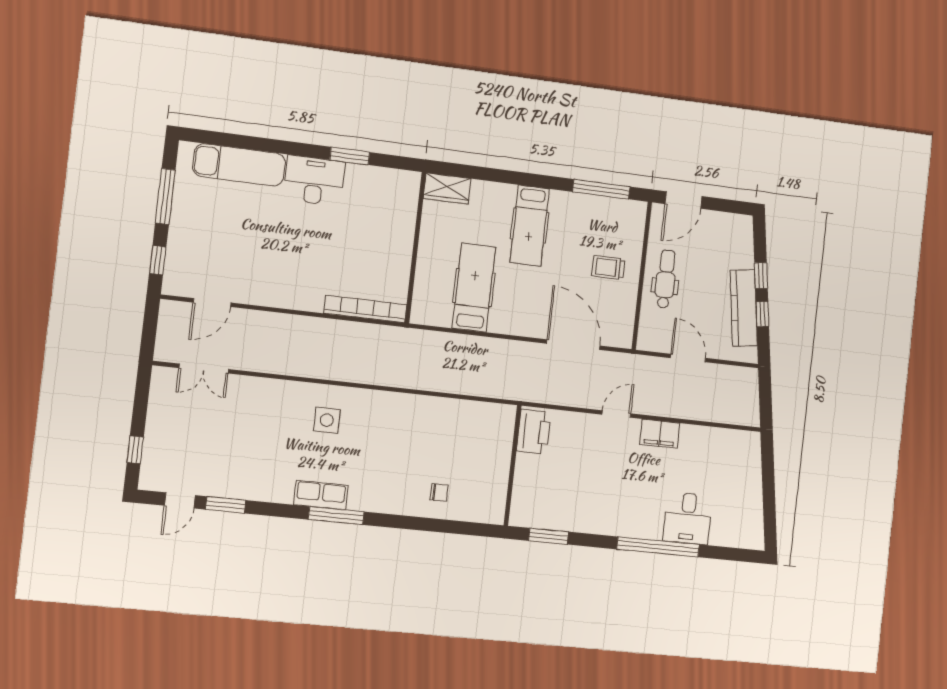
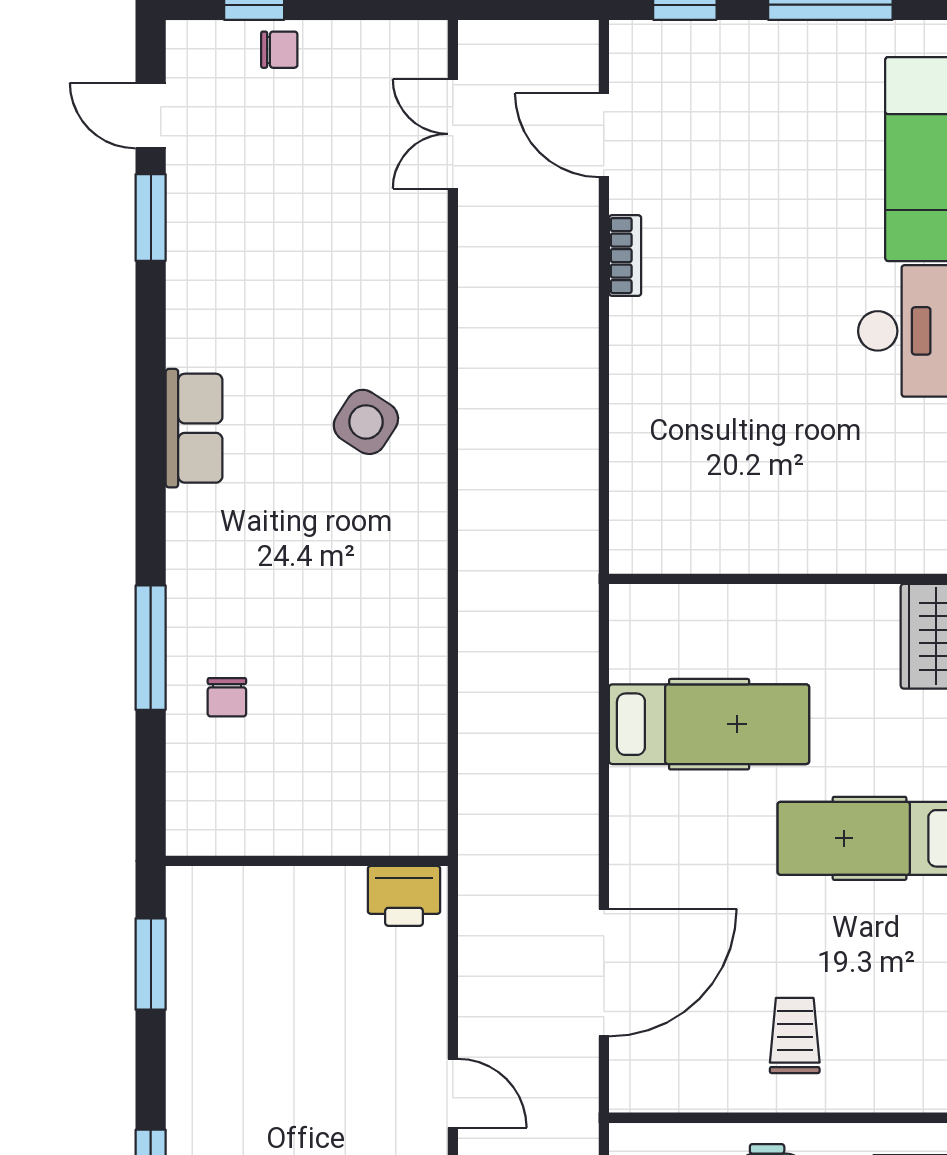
bookcase: (365, 309) -> (625, 256), moved, width x0.43, depth x0.76
side table: (327, 420) -> (366, 422), turned 33
printer: (534, 432) -> (404, 896), width x0.73, depth x0.84
chair: (157, 441) -> (279, 50), added
window: (336, 516) -> (151, 648), moved

